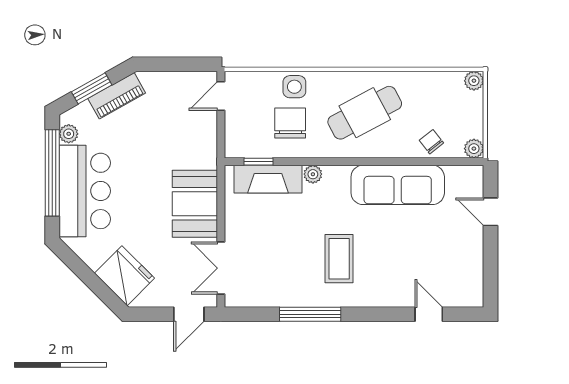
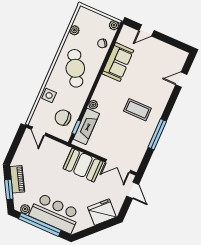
plant: (474, 81) -> (74, 30), moved
chair: (290, 123) -> (63, 118), moved
sofa: (398, 185) -> (118, 62), width x0.73

